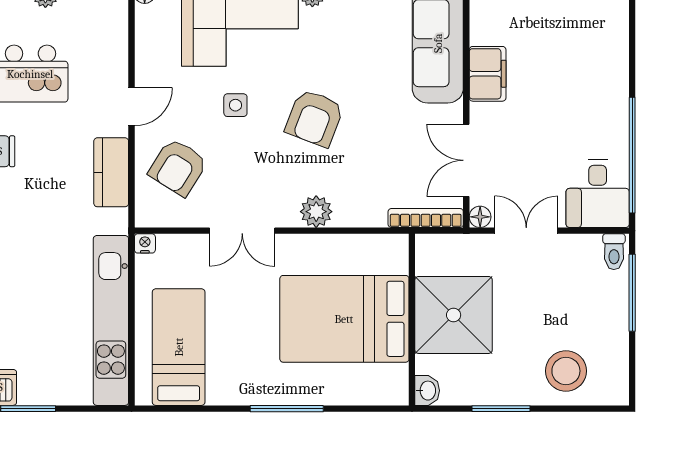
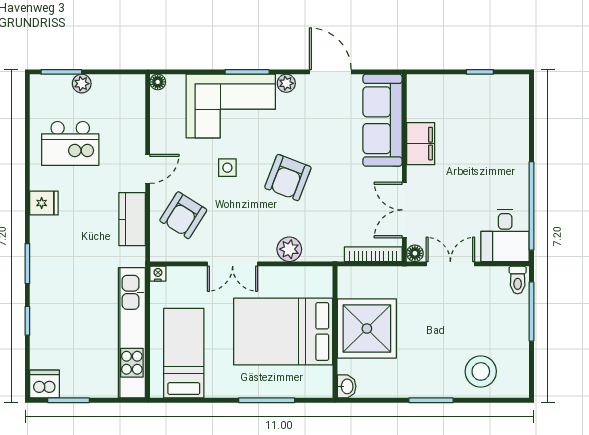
shower: (454, 315) -> (367, 329), moved
bed: (344, 319) -> (283, 331), moved
wall: (412, 320) -> (335, 332), moved
washbasin: (427, 391) -> (347, 386), moved

